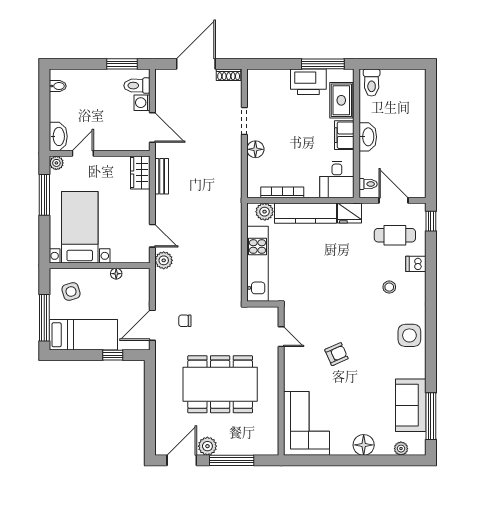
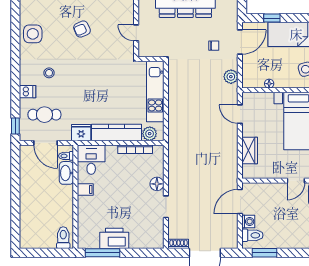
rug: (341, 100) -> (88, 223), removed
door: (152, 127) -> (240, 201), hinge flipped
filing cabinet: (344, 135) -> (85, 189), width x0.50
washbasin: (368, 137) -> (66, 173), moved
wardrobe: (140, 172) -> (250, 151), moved
bench: (162, 176) -> (232, 162), removed
plant: (164, 260) -> (231, 77), moved
armchair: (336, 354) -> (82, 29), moved

